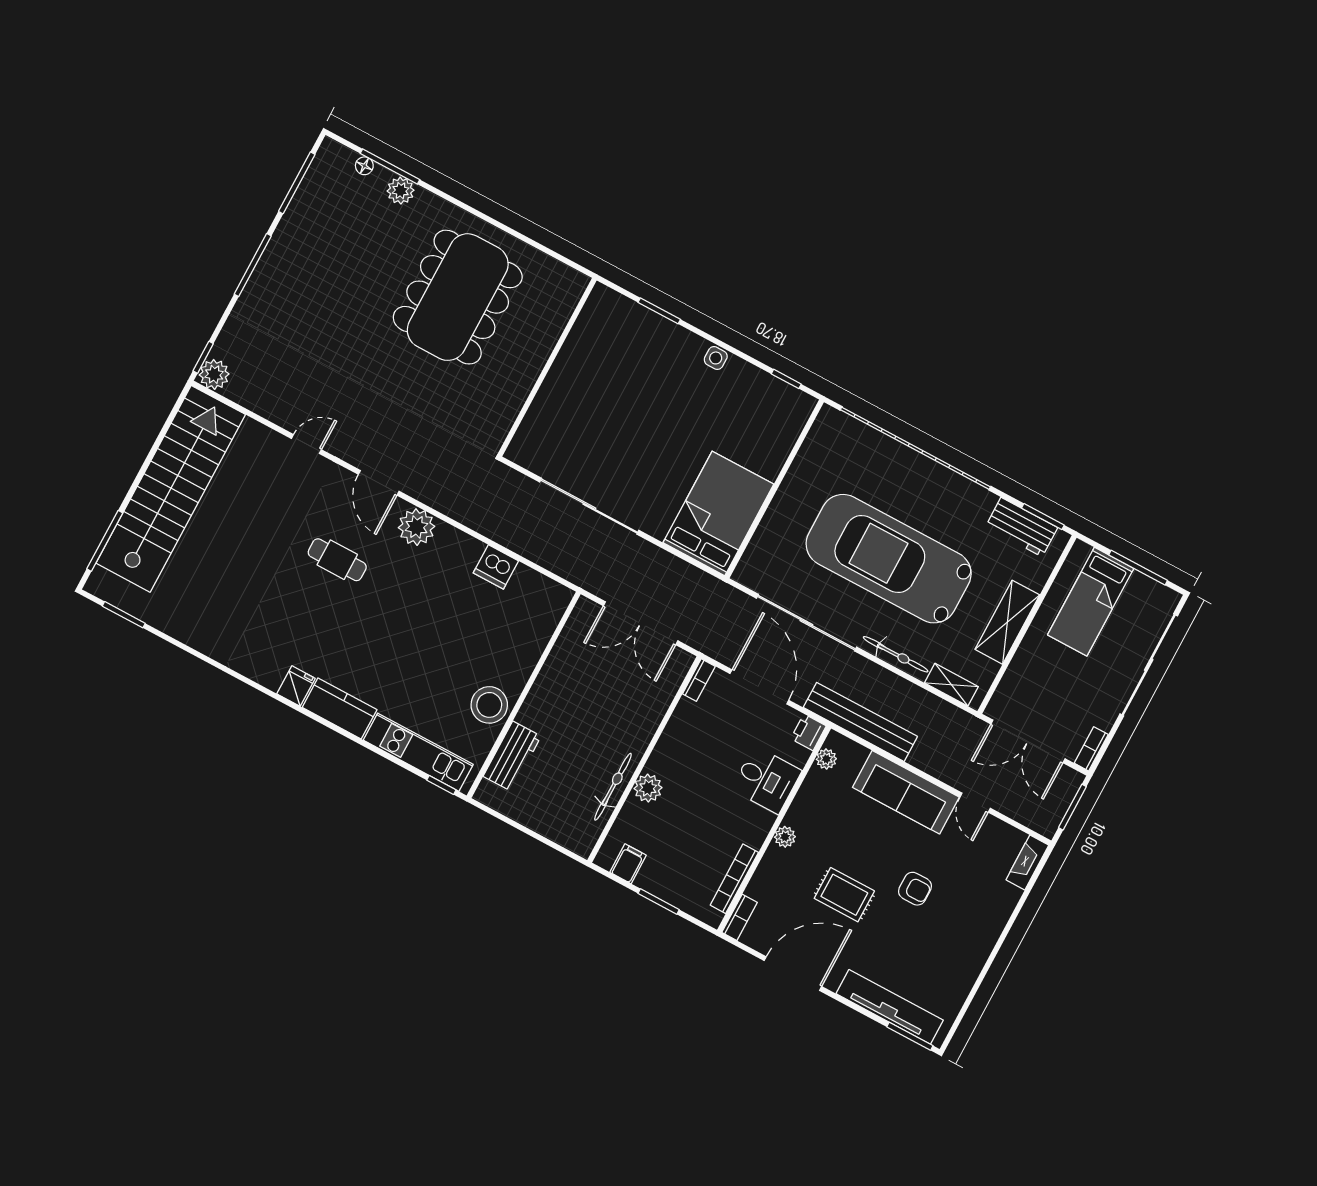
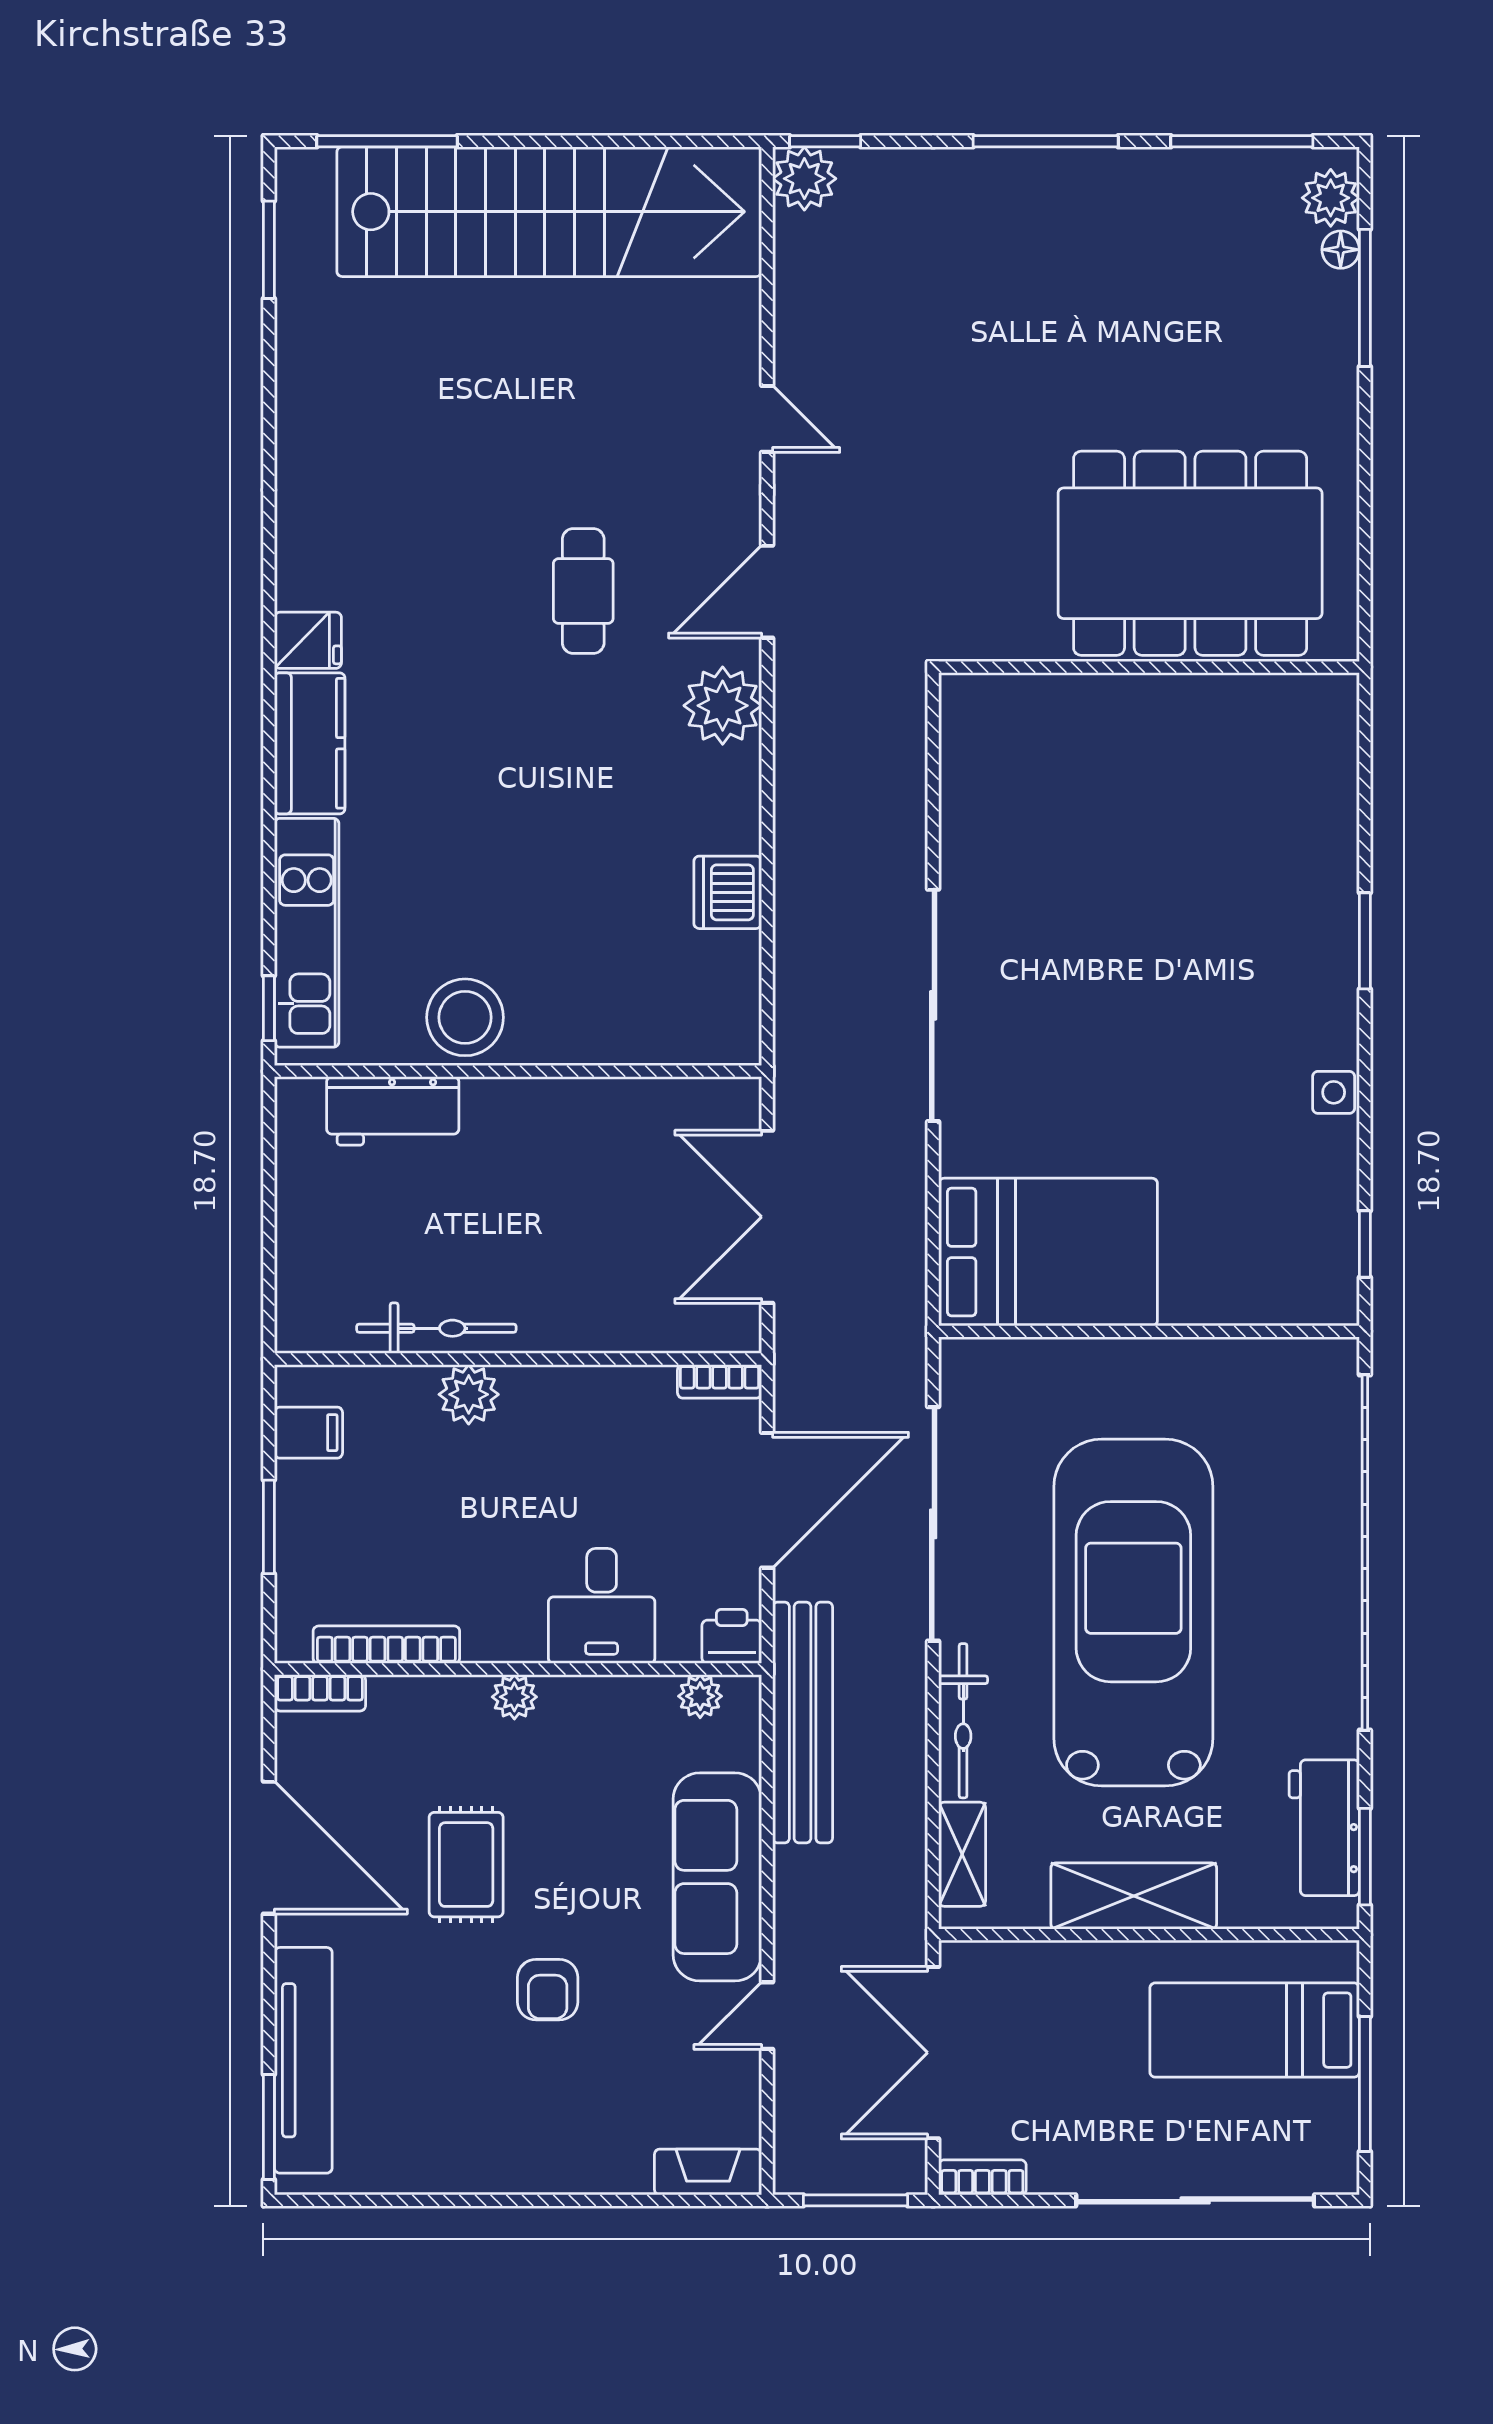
plant: (401, 191) -> (1331, 198), moved
wall: (547, 367) -> (1149, 667), moved

